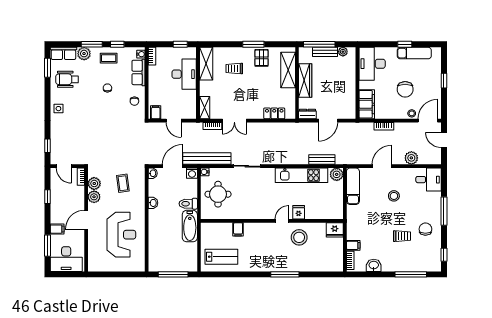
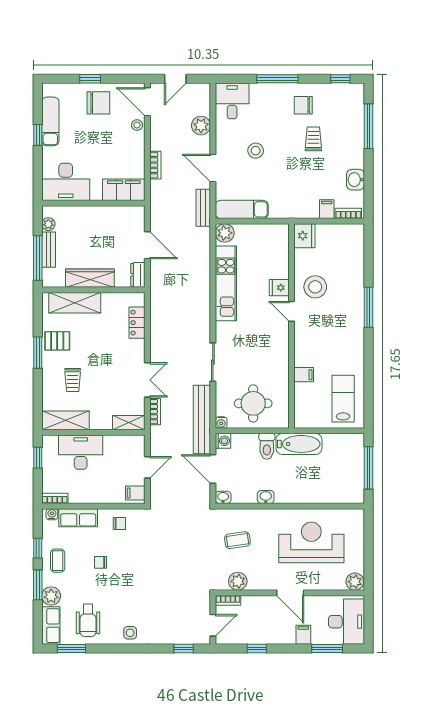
chair: (405, 89) -> (98, 103), moved
bench: (322, 159) -> (203, 208), moved
plant: (94, 197) -> (355, 582), moved

